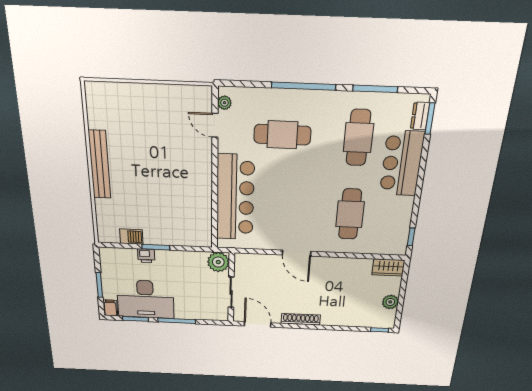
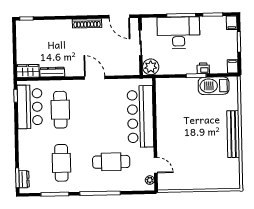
bar counter: (402, 163) -> (30, 107), moved
barbecue: (131, 237) -> (214, 86), width x1.88, depth x1.53
filing cabinet: (106, 256) -> (233, 66), added
dresser: (355, 264) -> (52, 72), added
desk: (145, 299) -> (178, 33), moved
plant: (390, 302) -> (22, 43), removed

